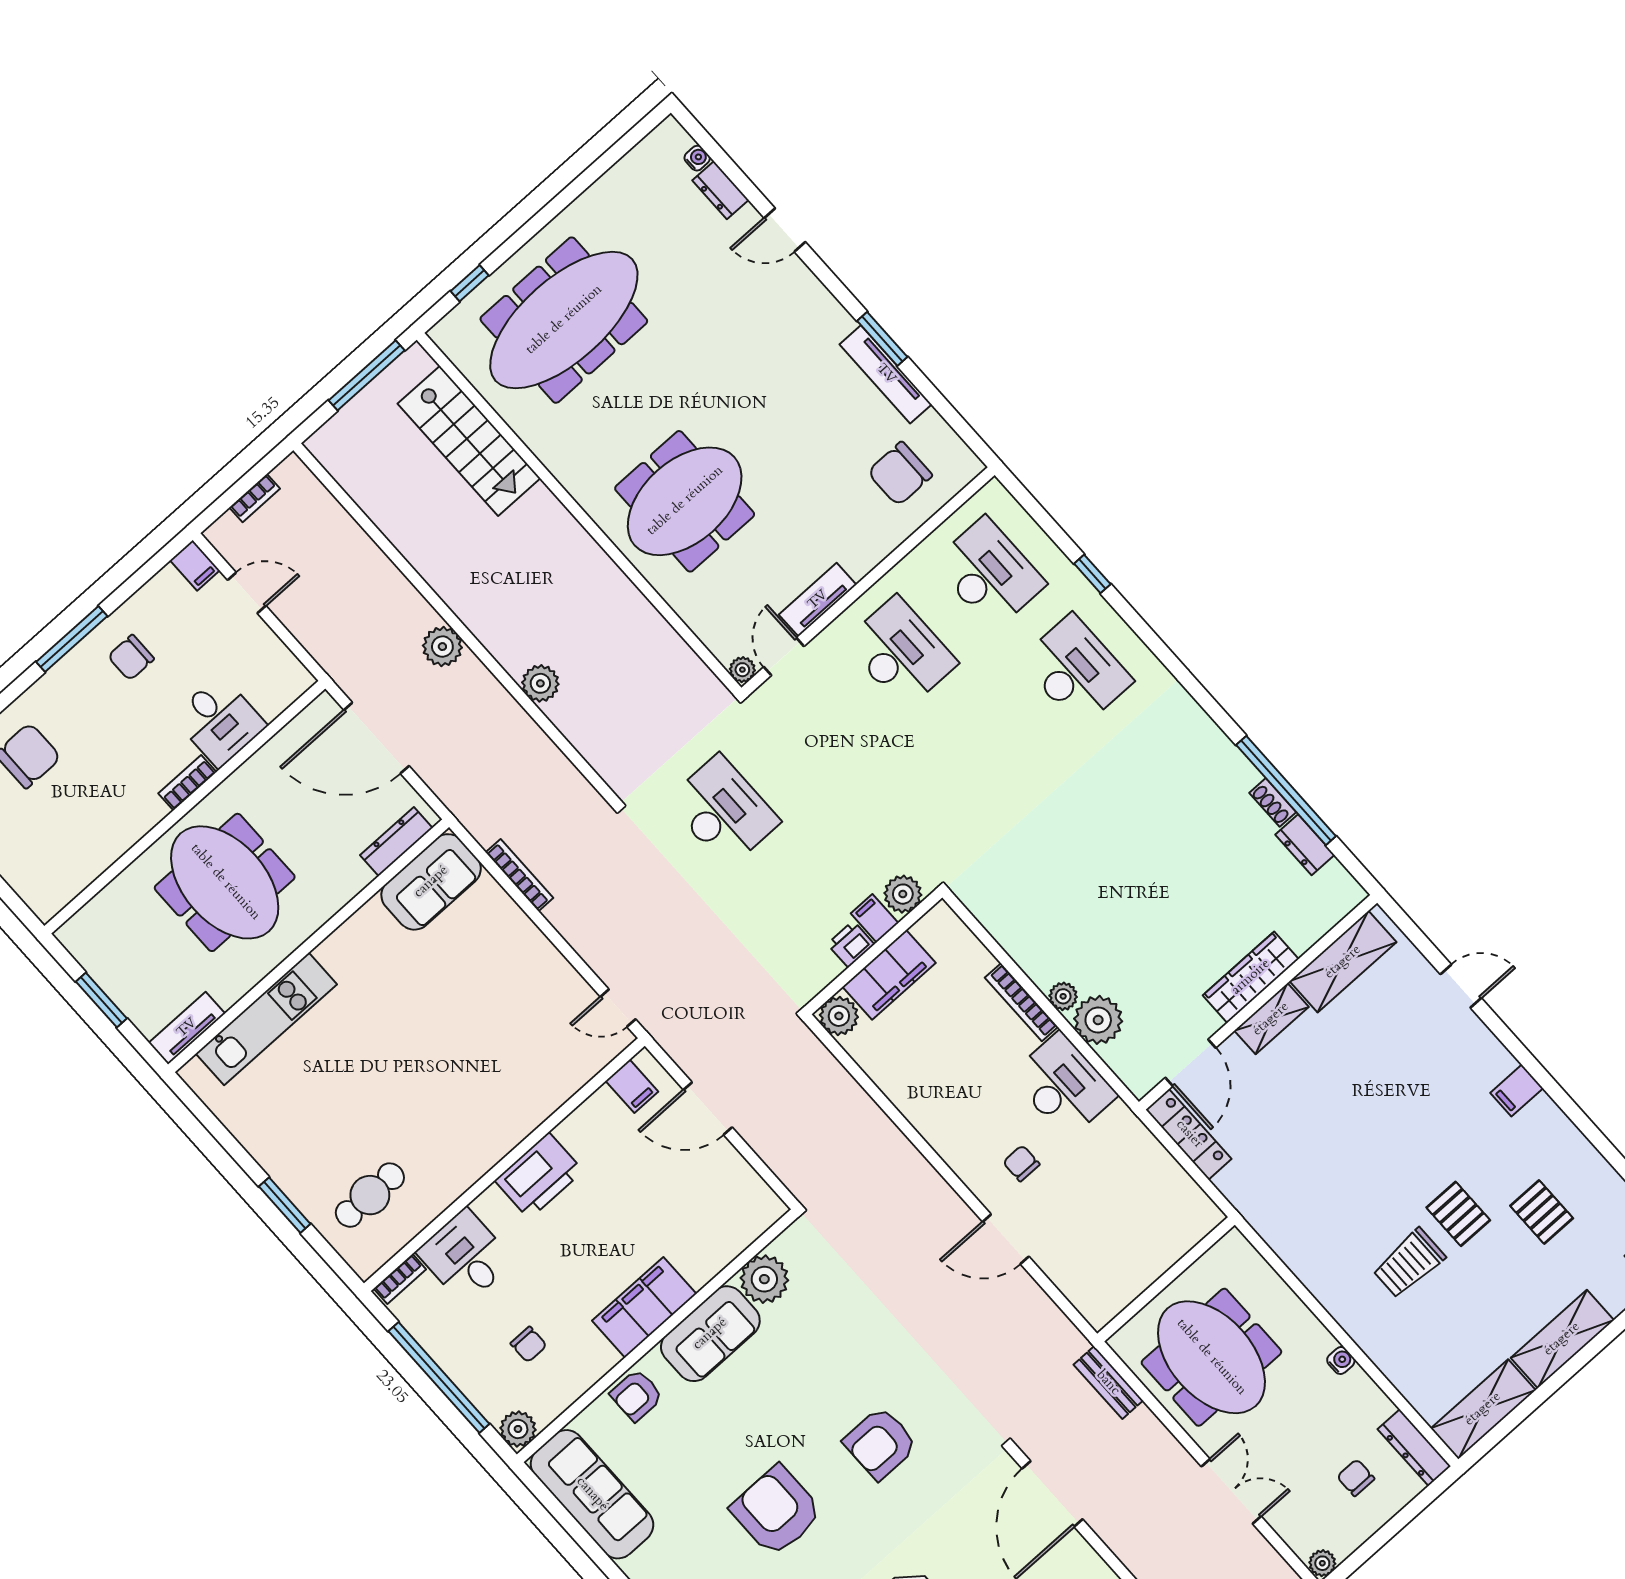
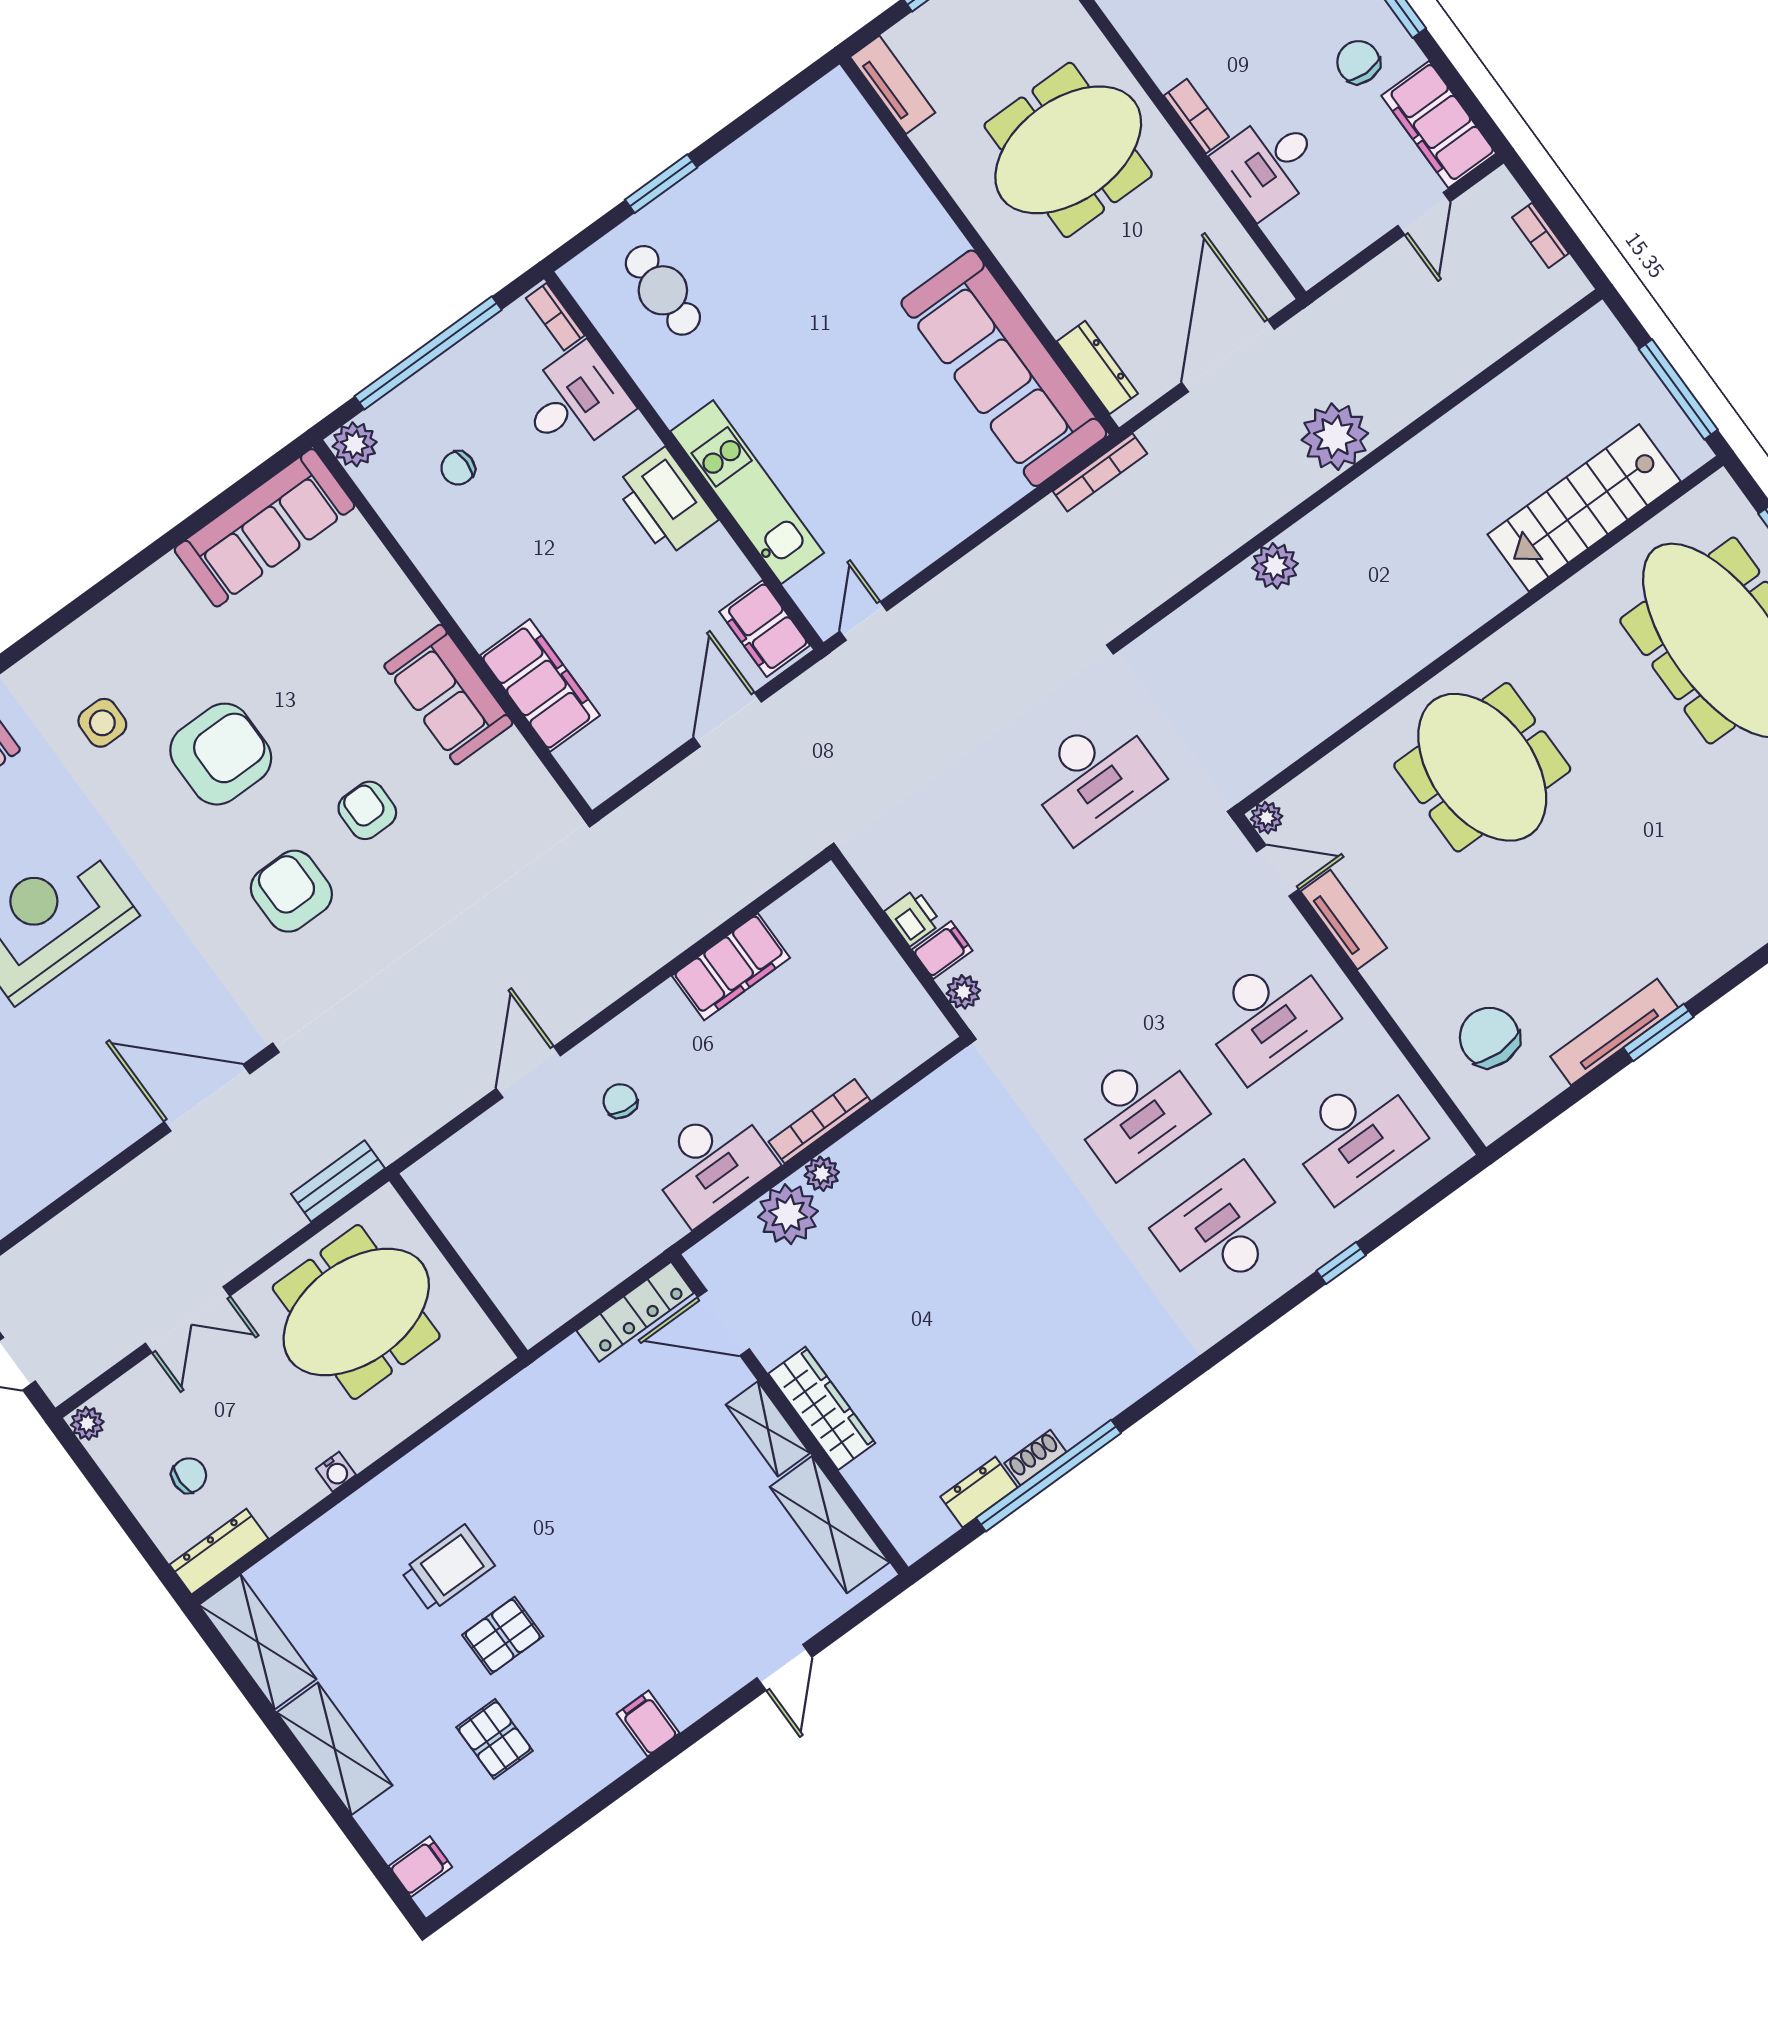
filing cabinet: (195, 565) -> (1439, 124), width x3.00, depth x1.17
plant: (442, 647) -> (1335, 437), width x1.36, depth x1.36
desk: (1076, 671) -> (1223, 1231), turned 180
desk: (988, 750) -> (1136, 1111), added
bookcase: (519, 875) -> (1100, 472), moved
sofa: (431, 882) -> (1004, 368), width x1.85, depth x1.27
plant: (903, 894) -> (963, 992), width x0.73, depth x0.73
filing cabinet: (889, 975) -> (731, 967), moved, turned -90
plant: (839, 1016) -> (826, 894), removed
kitchen unit: (266, 1019) -> (747, 492), moved, turned 180
filing cabinet: (632, 1086) -> (765, 629), width x2.00
chair: (1021, 1163) -> (620, 1101), turned -80
pallet: (1542, 1212) -> (495, 1739), turned 90
trolley: (1409, 1263) -> (448, 1568), turned 90
plant: (764, 1279) -> (509, 768), removed
filing cabinet: (644, 1307) -> (540, 685), moved
armchair: (636, 1395) -> (367, 810), moved

